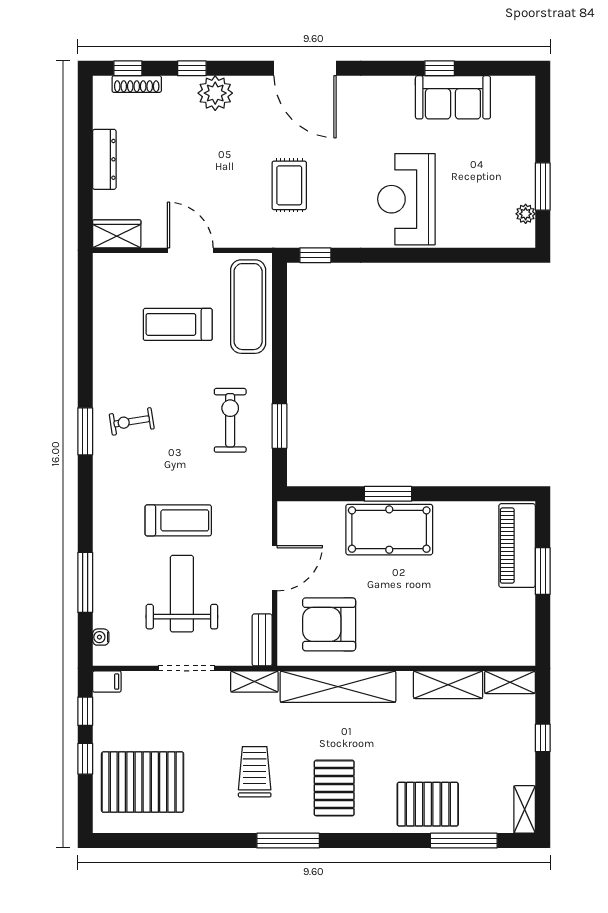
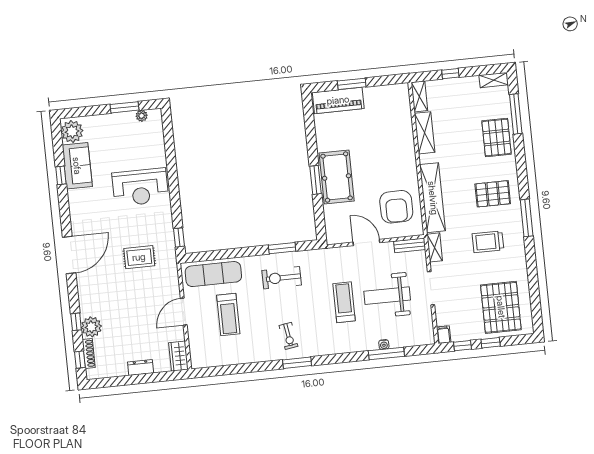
plant: (215, 93) -> (91, 327), moved
plant: (511, 95) -> (72, 132), added
dresser: (104, 159) -> (141, 367), width x0.70
water cooler: (101, 637) -> (384, 344), moved

